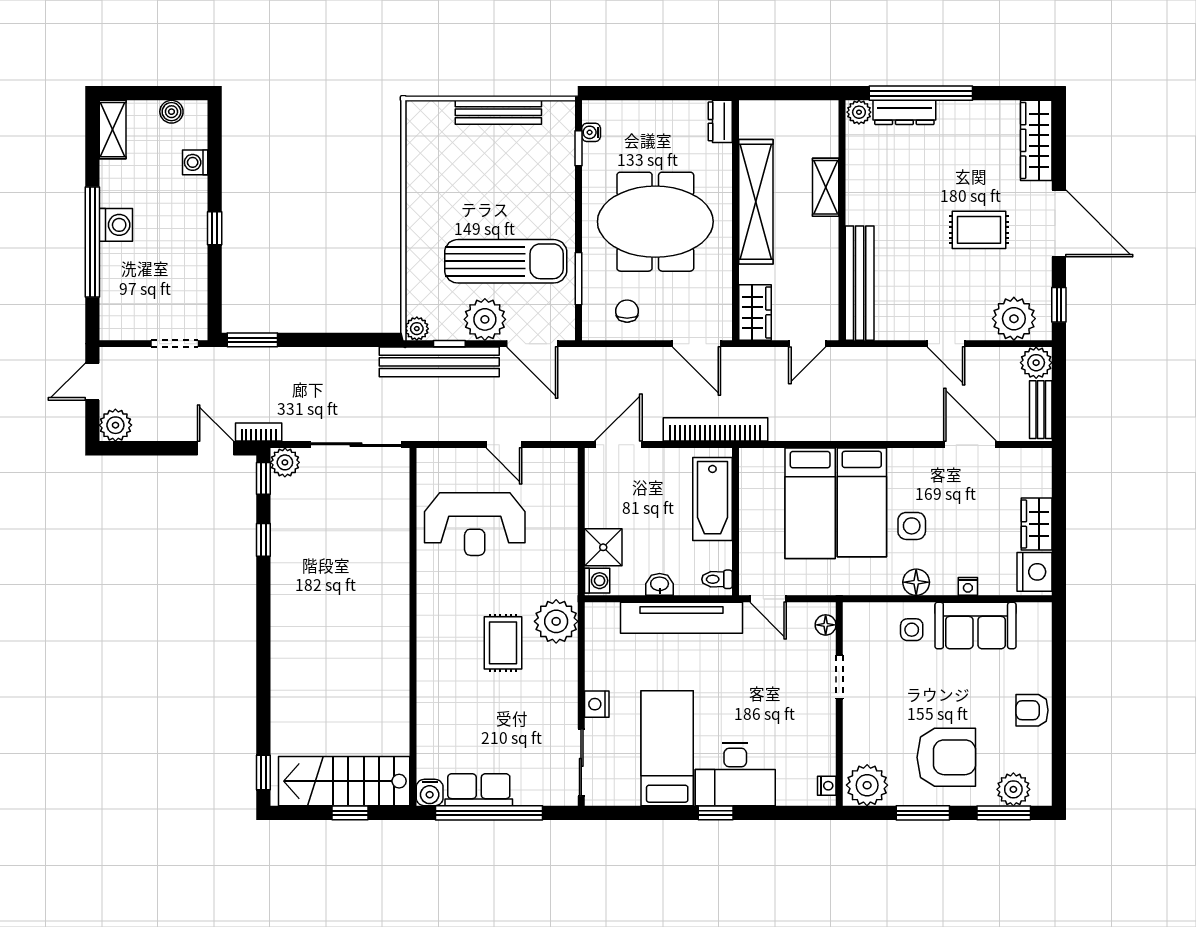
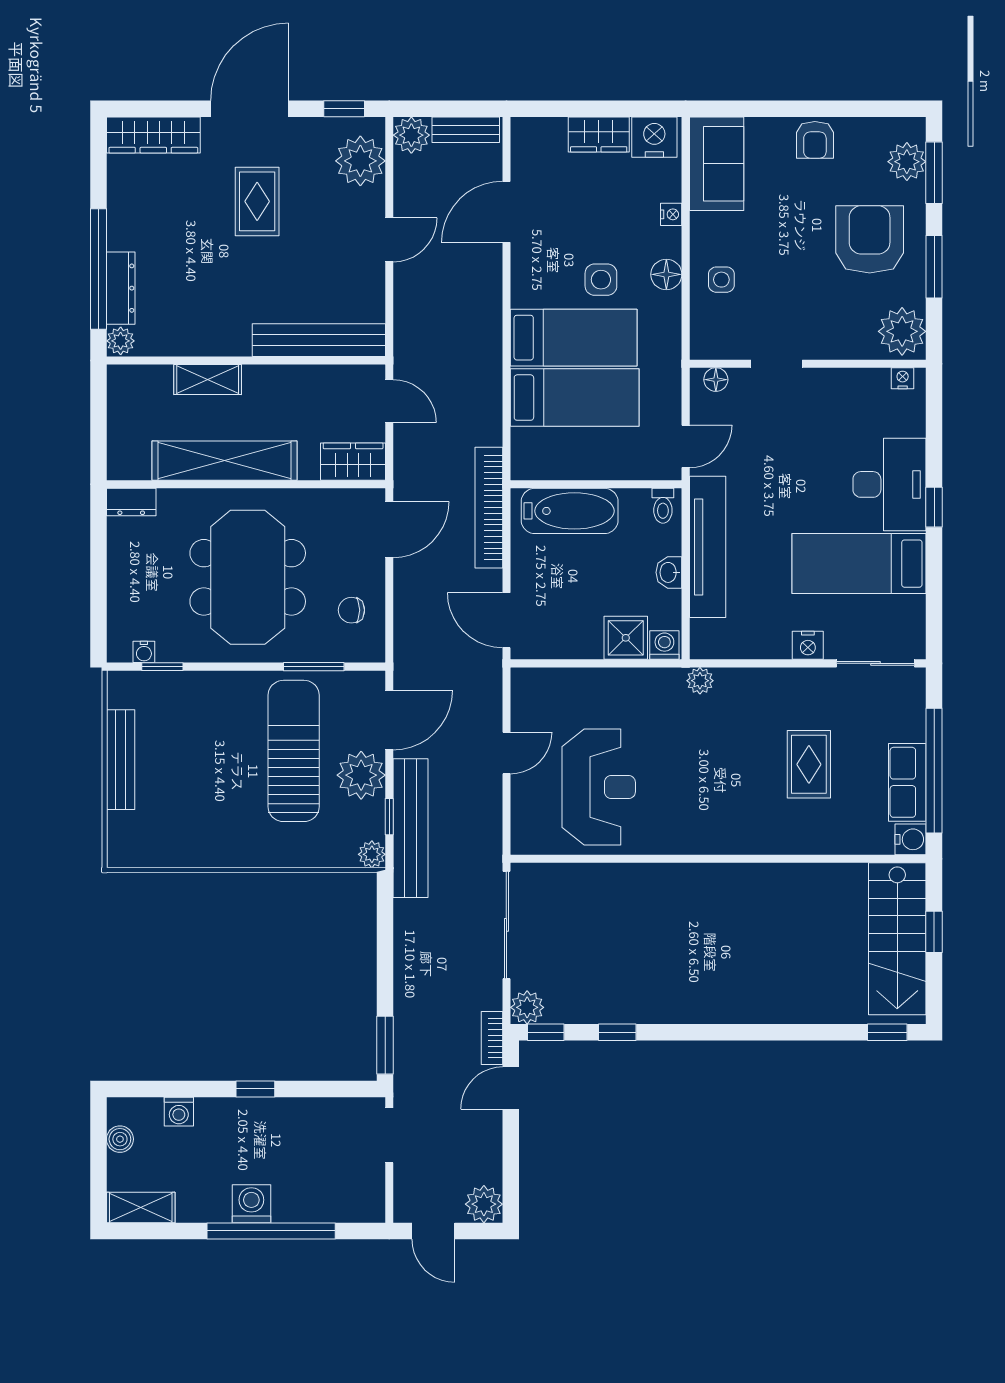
plant: (556, 621) -> (700, 681), width x0.53, depth x0.53
sofa: (975, 626) -> (717, 164), moved
rug: (503, 643) -> (809, 764), moved, turned 90

